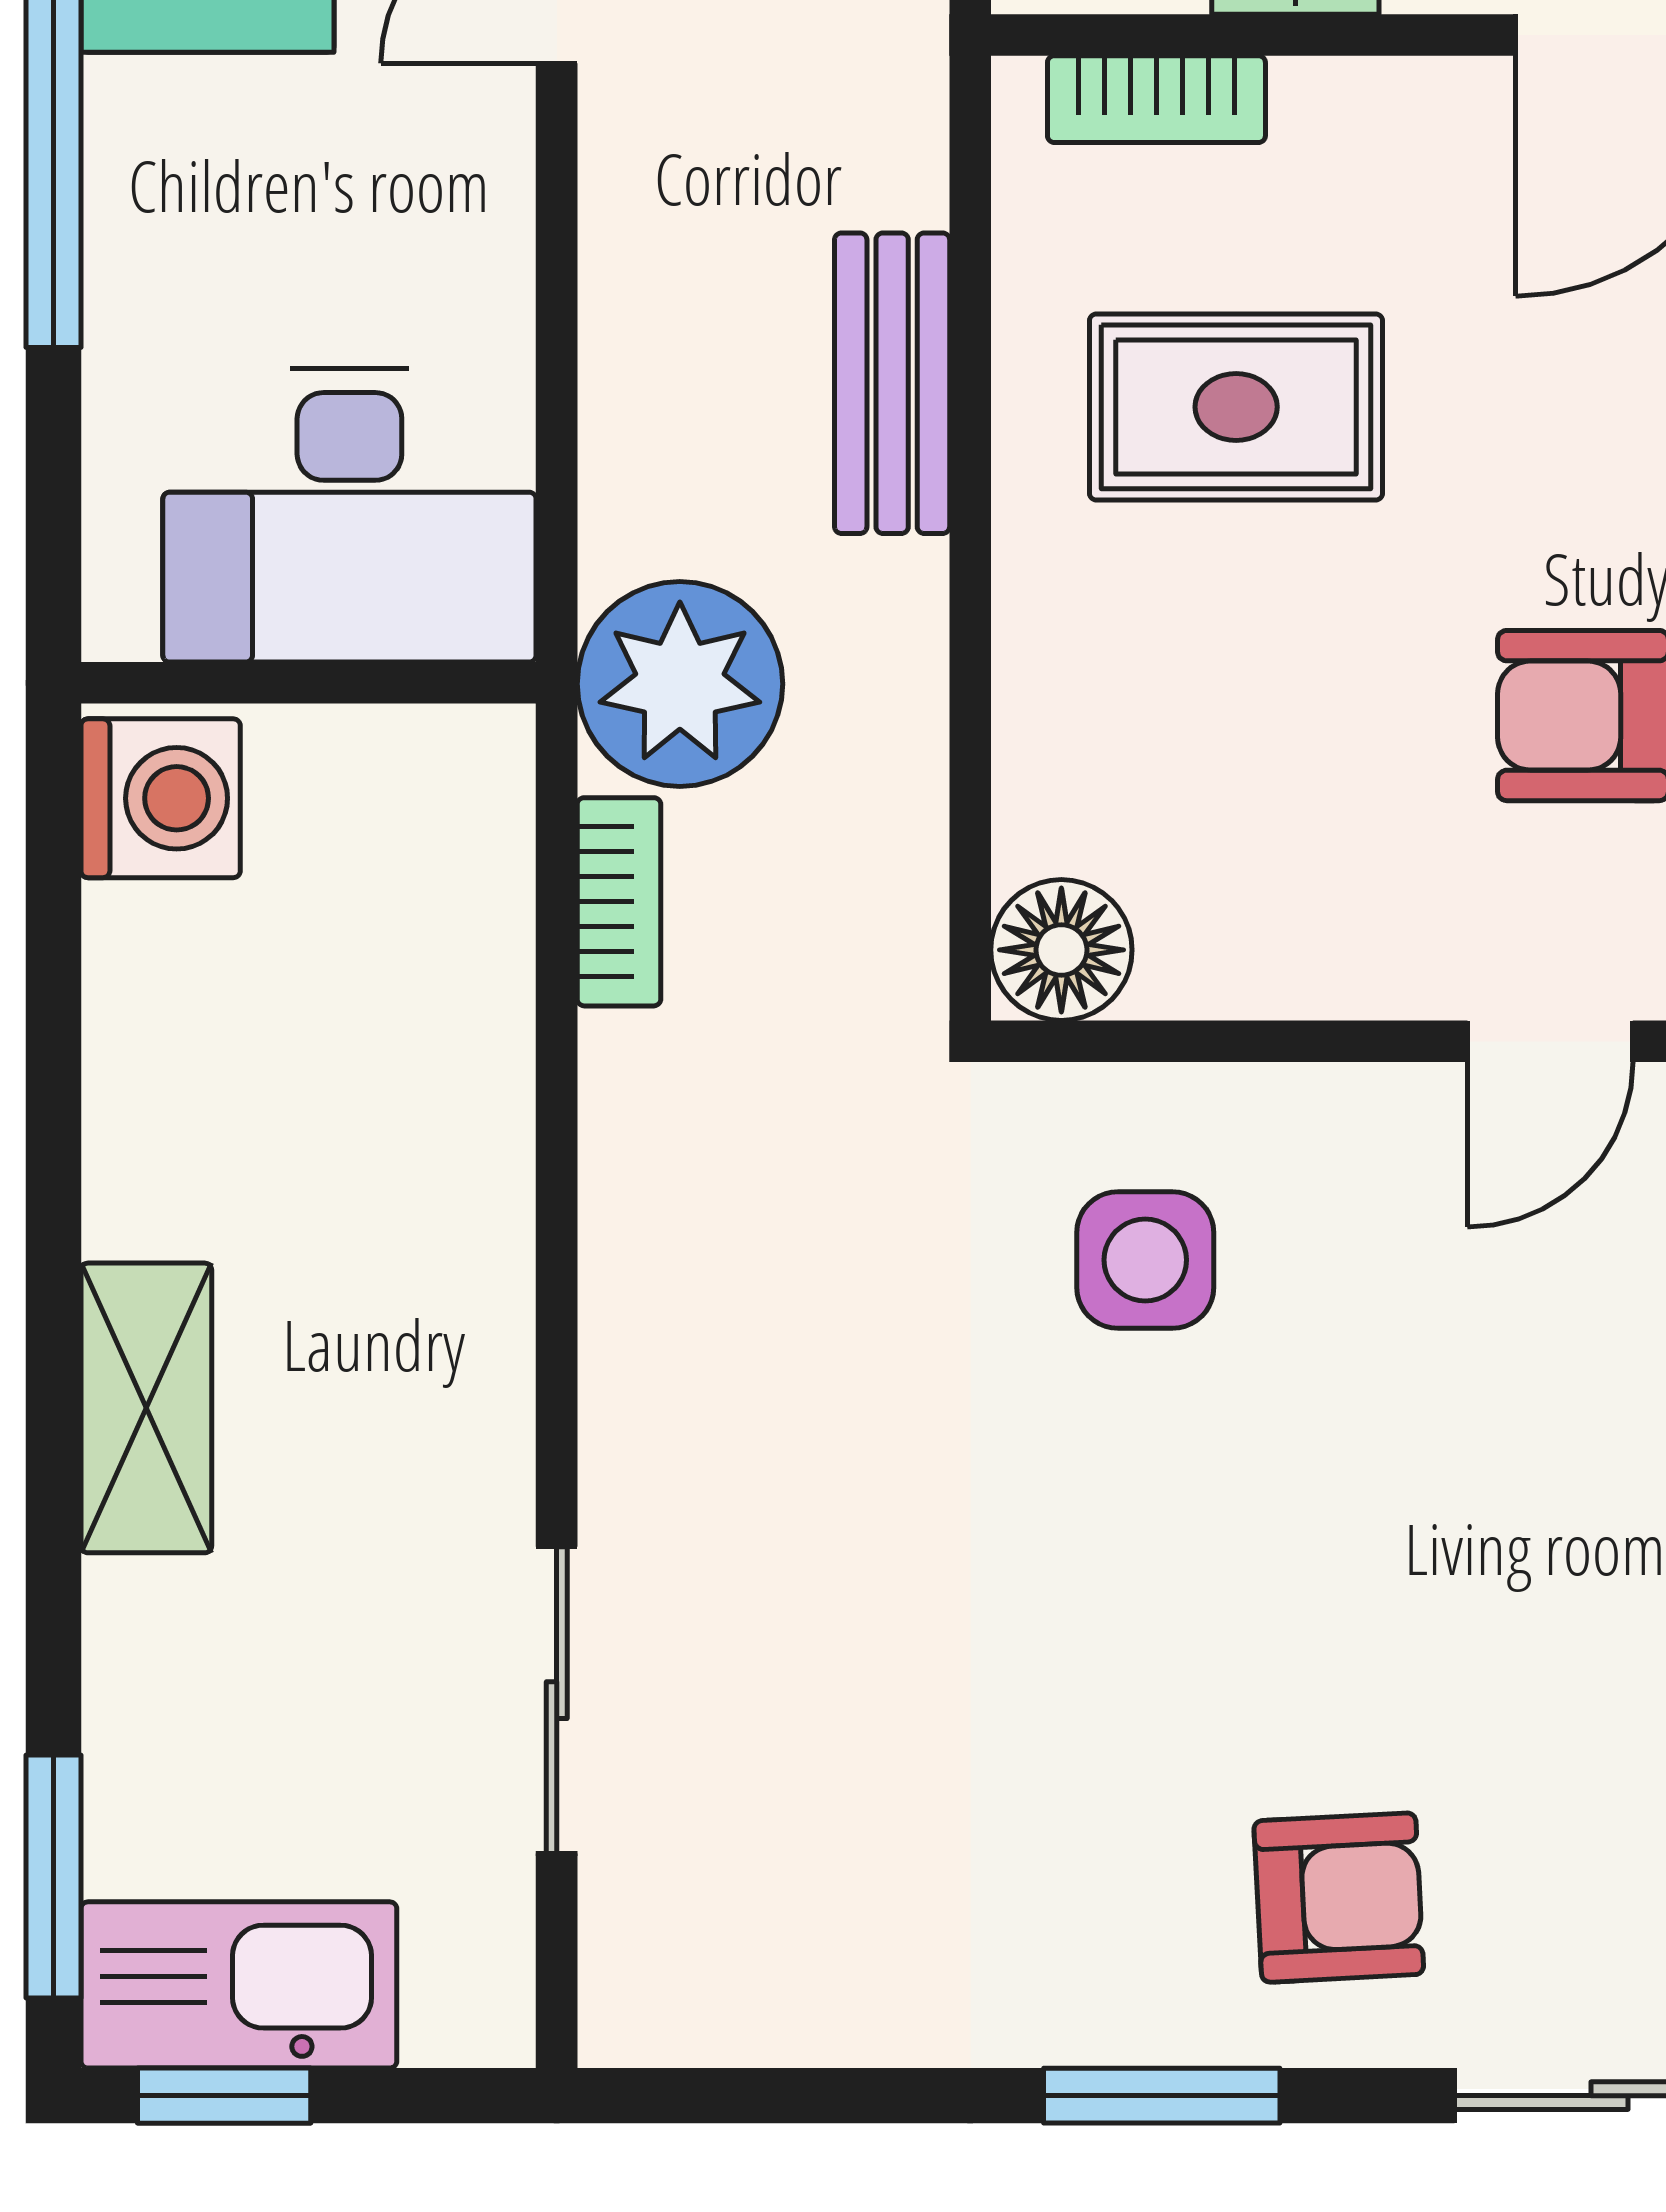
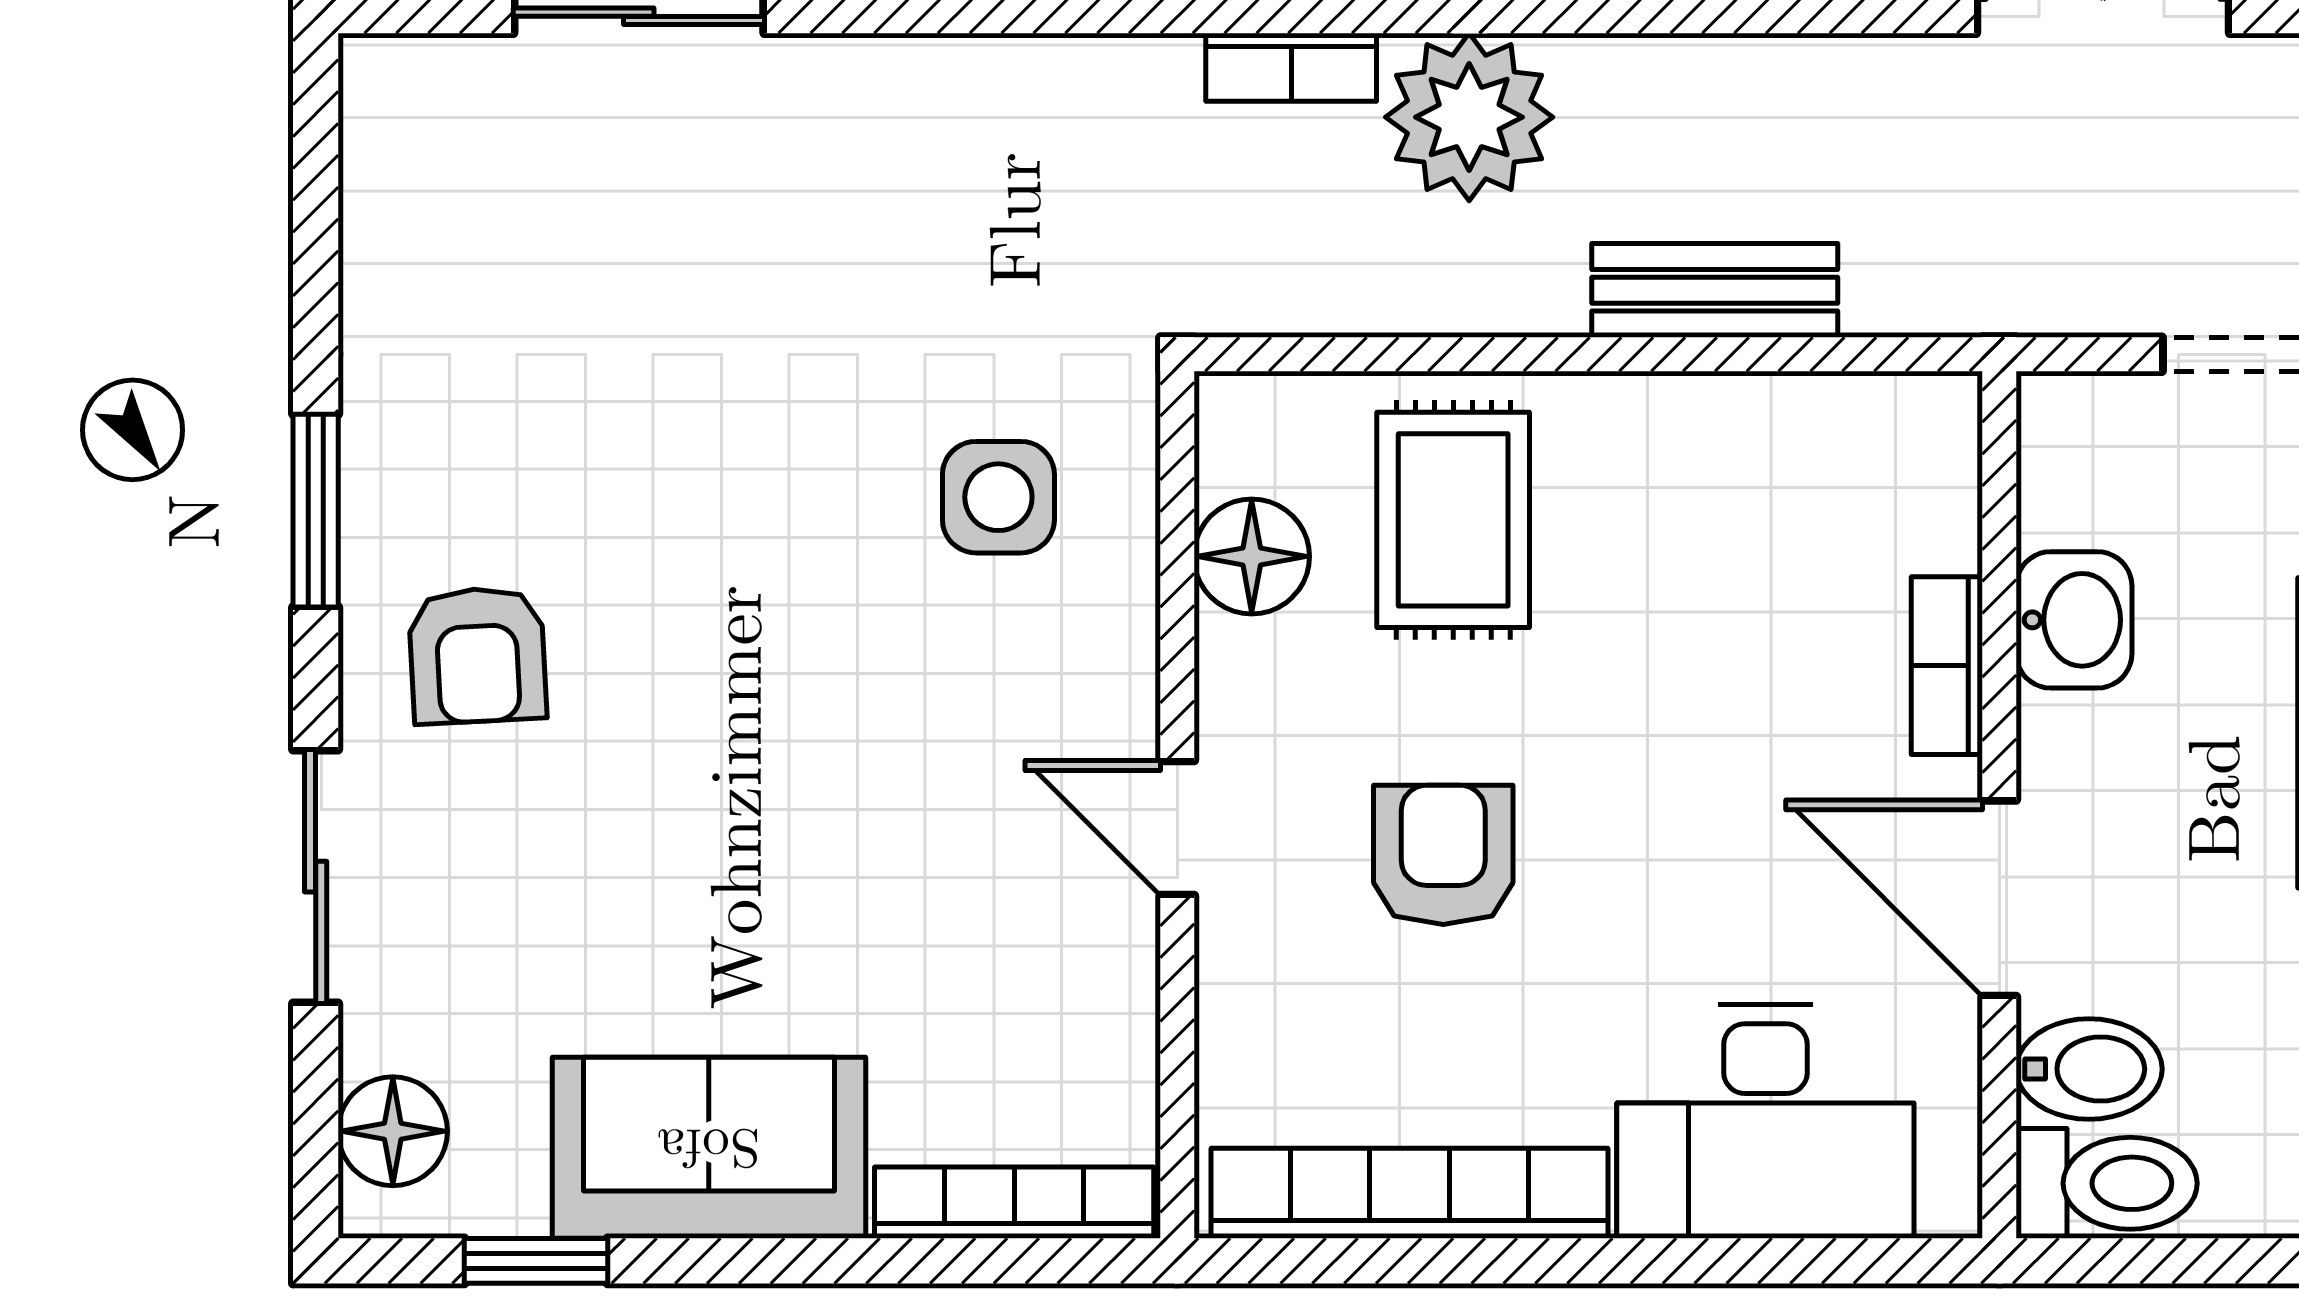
bookcase: (1156, 99) -> (1947, 666), moved
rug: (1236, 407) -> (1453, 520), moved
floor lamp: (1061, 950) -> (1252, 556), moved

